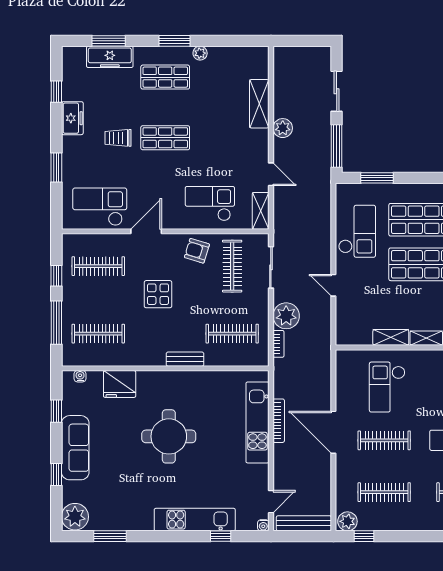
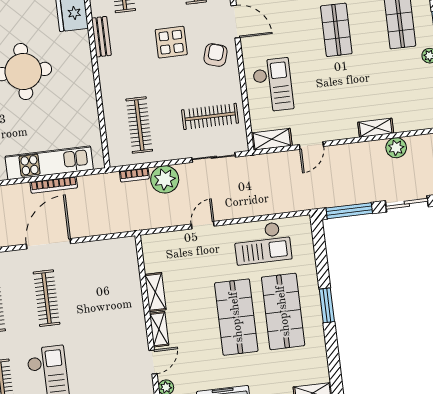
shelving: (259, 104) -> (376, 128), width x0.67, depth x0.75
plant: (283, 128) -> (396, 148), moved
window: (377, 178) -> (327, 305), moved
armchair: (197, 251) -> (215, 55), moved
bench: (185, 359) -> (101, 37), moved
checkout: (387, 387) -> (103, 294), removed

